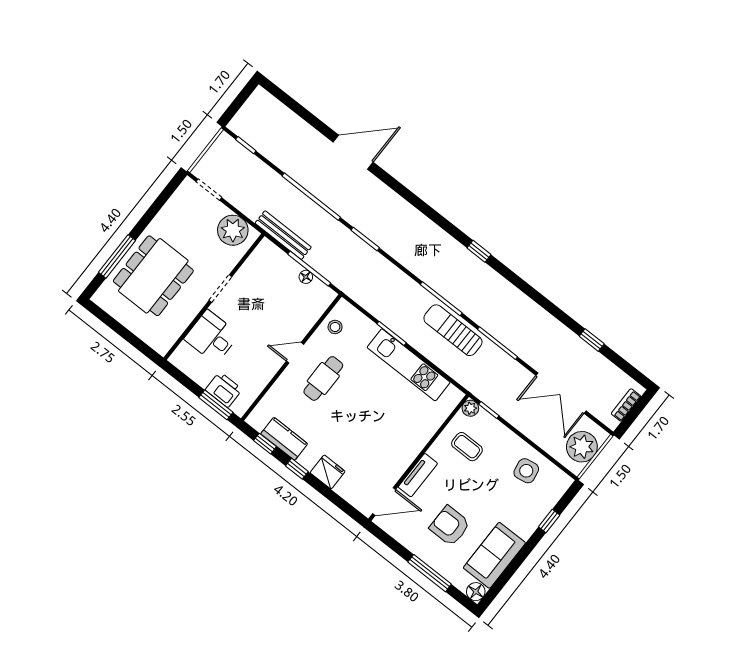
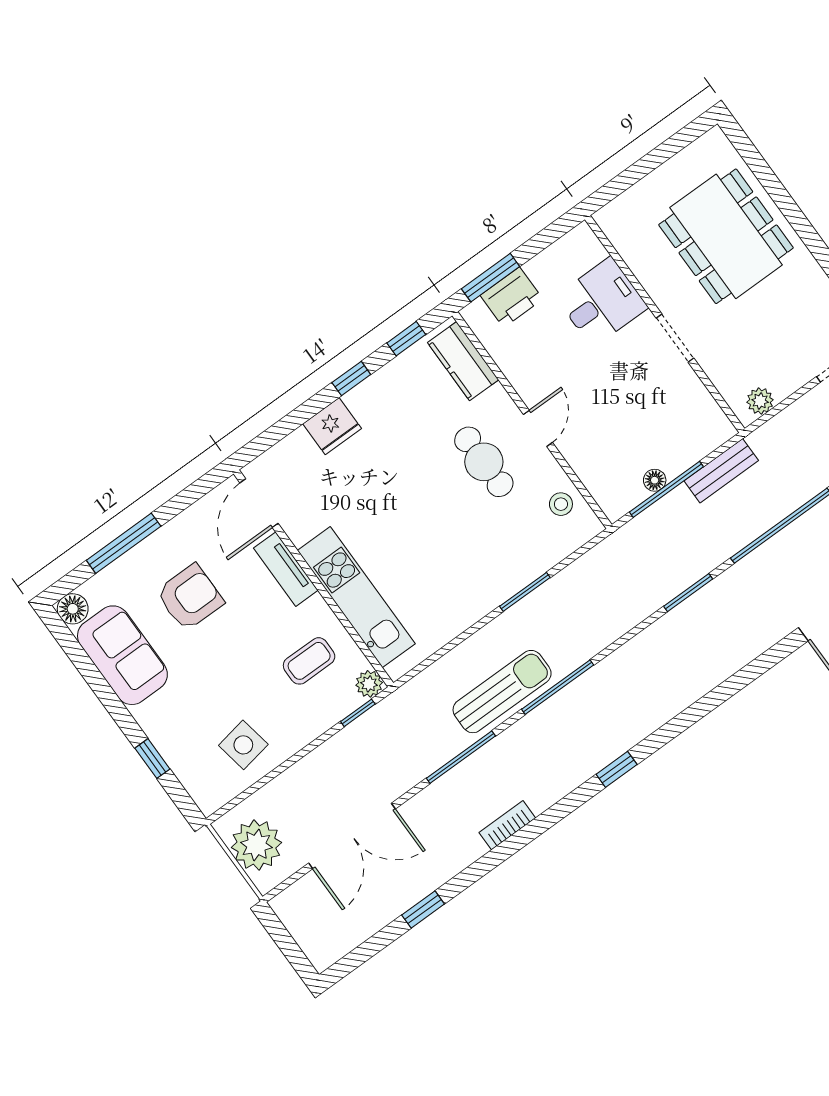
plant: (233, 230) -> (760, 401), width x0.53, depth x0.53
bench: (283, 235) -> (721, 471), width x0.73
window: (117, 256) -> (774, 187), removed
kitchen unit: (409, 365) -> (356, 597), moved, turned 90
double door: (561, 393) -> (352, 836), swing flipped
bookcase: (626, 405) -> (507, 825), moved, turned -90
kitchen counter: (284, 439) -> (463, 361), moved, turned 90

